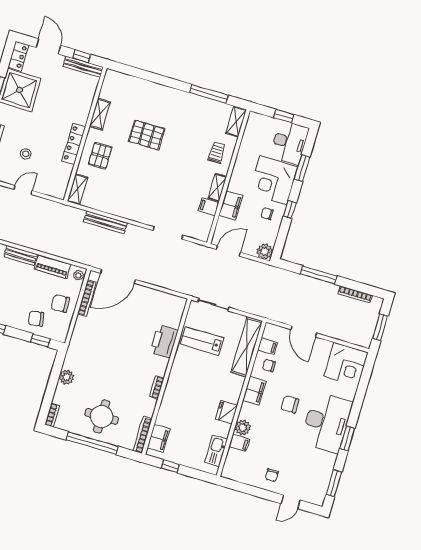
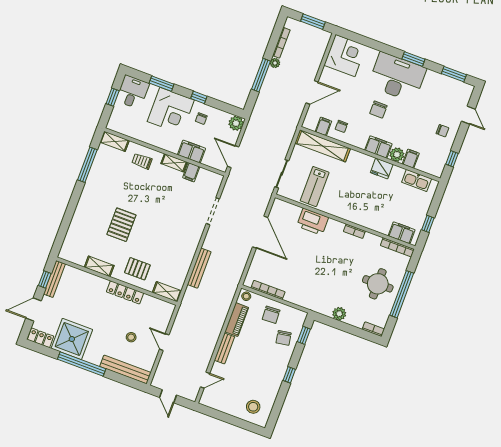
desk: (289, 142) -> (133, 92), width x0.73
door: (118, 276) -> (260, 232), moved
plant: (333, 289) -> (275, 63), added
filing cabinet: (254, 391) -> (378, 147), moved
window: (242, 488) -> (452, 159), added

